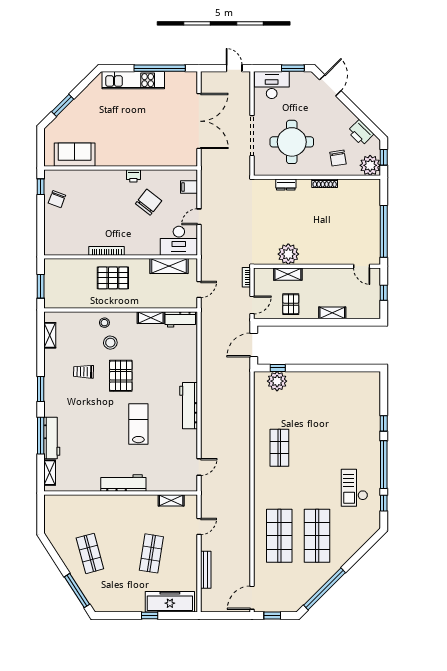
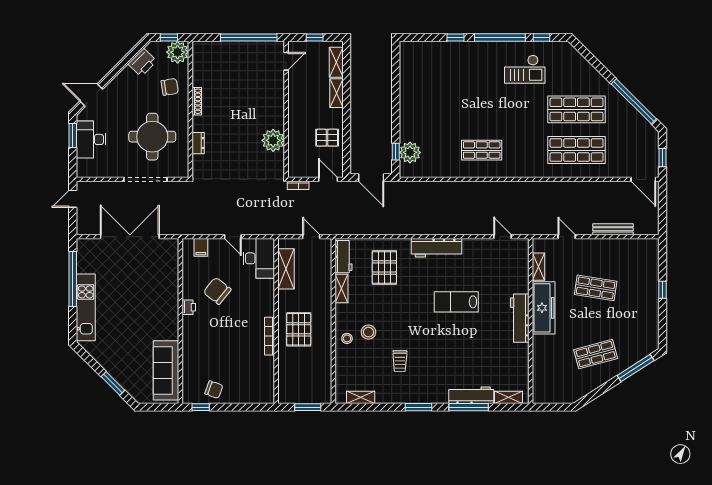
desk: (272, 85) -> (91, 139), moved
sofa: (75, 155) -> (166, 370), width x1.36
shelving: (288, 274) -> (336, 62), moved
pallet: (121, 376) -> (384, 267), moved, turned 90
freezer: (170, 602) -> (544, 308), moved, turned 180

